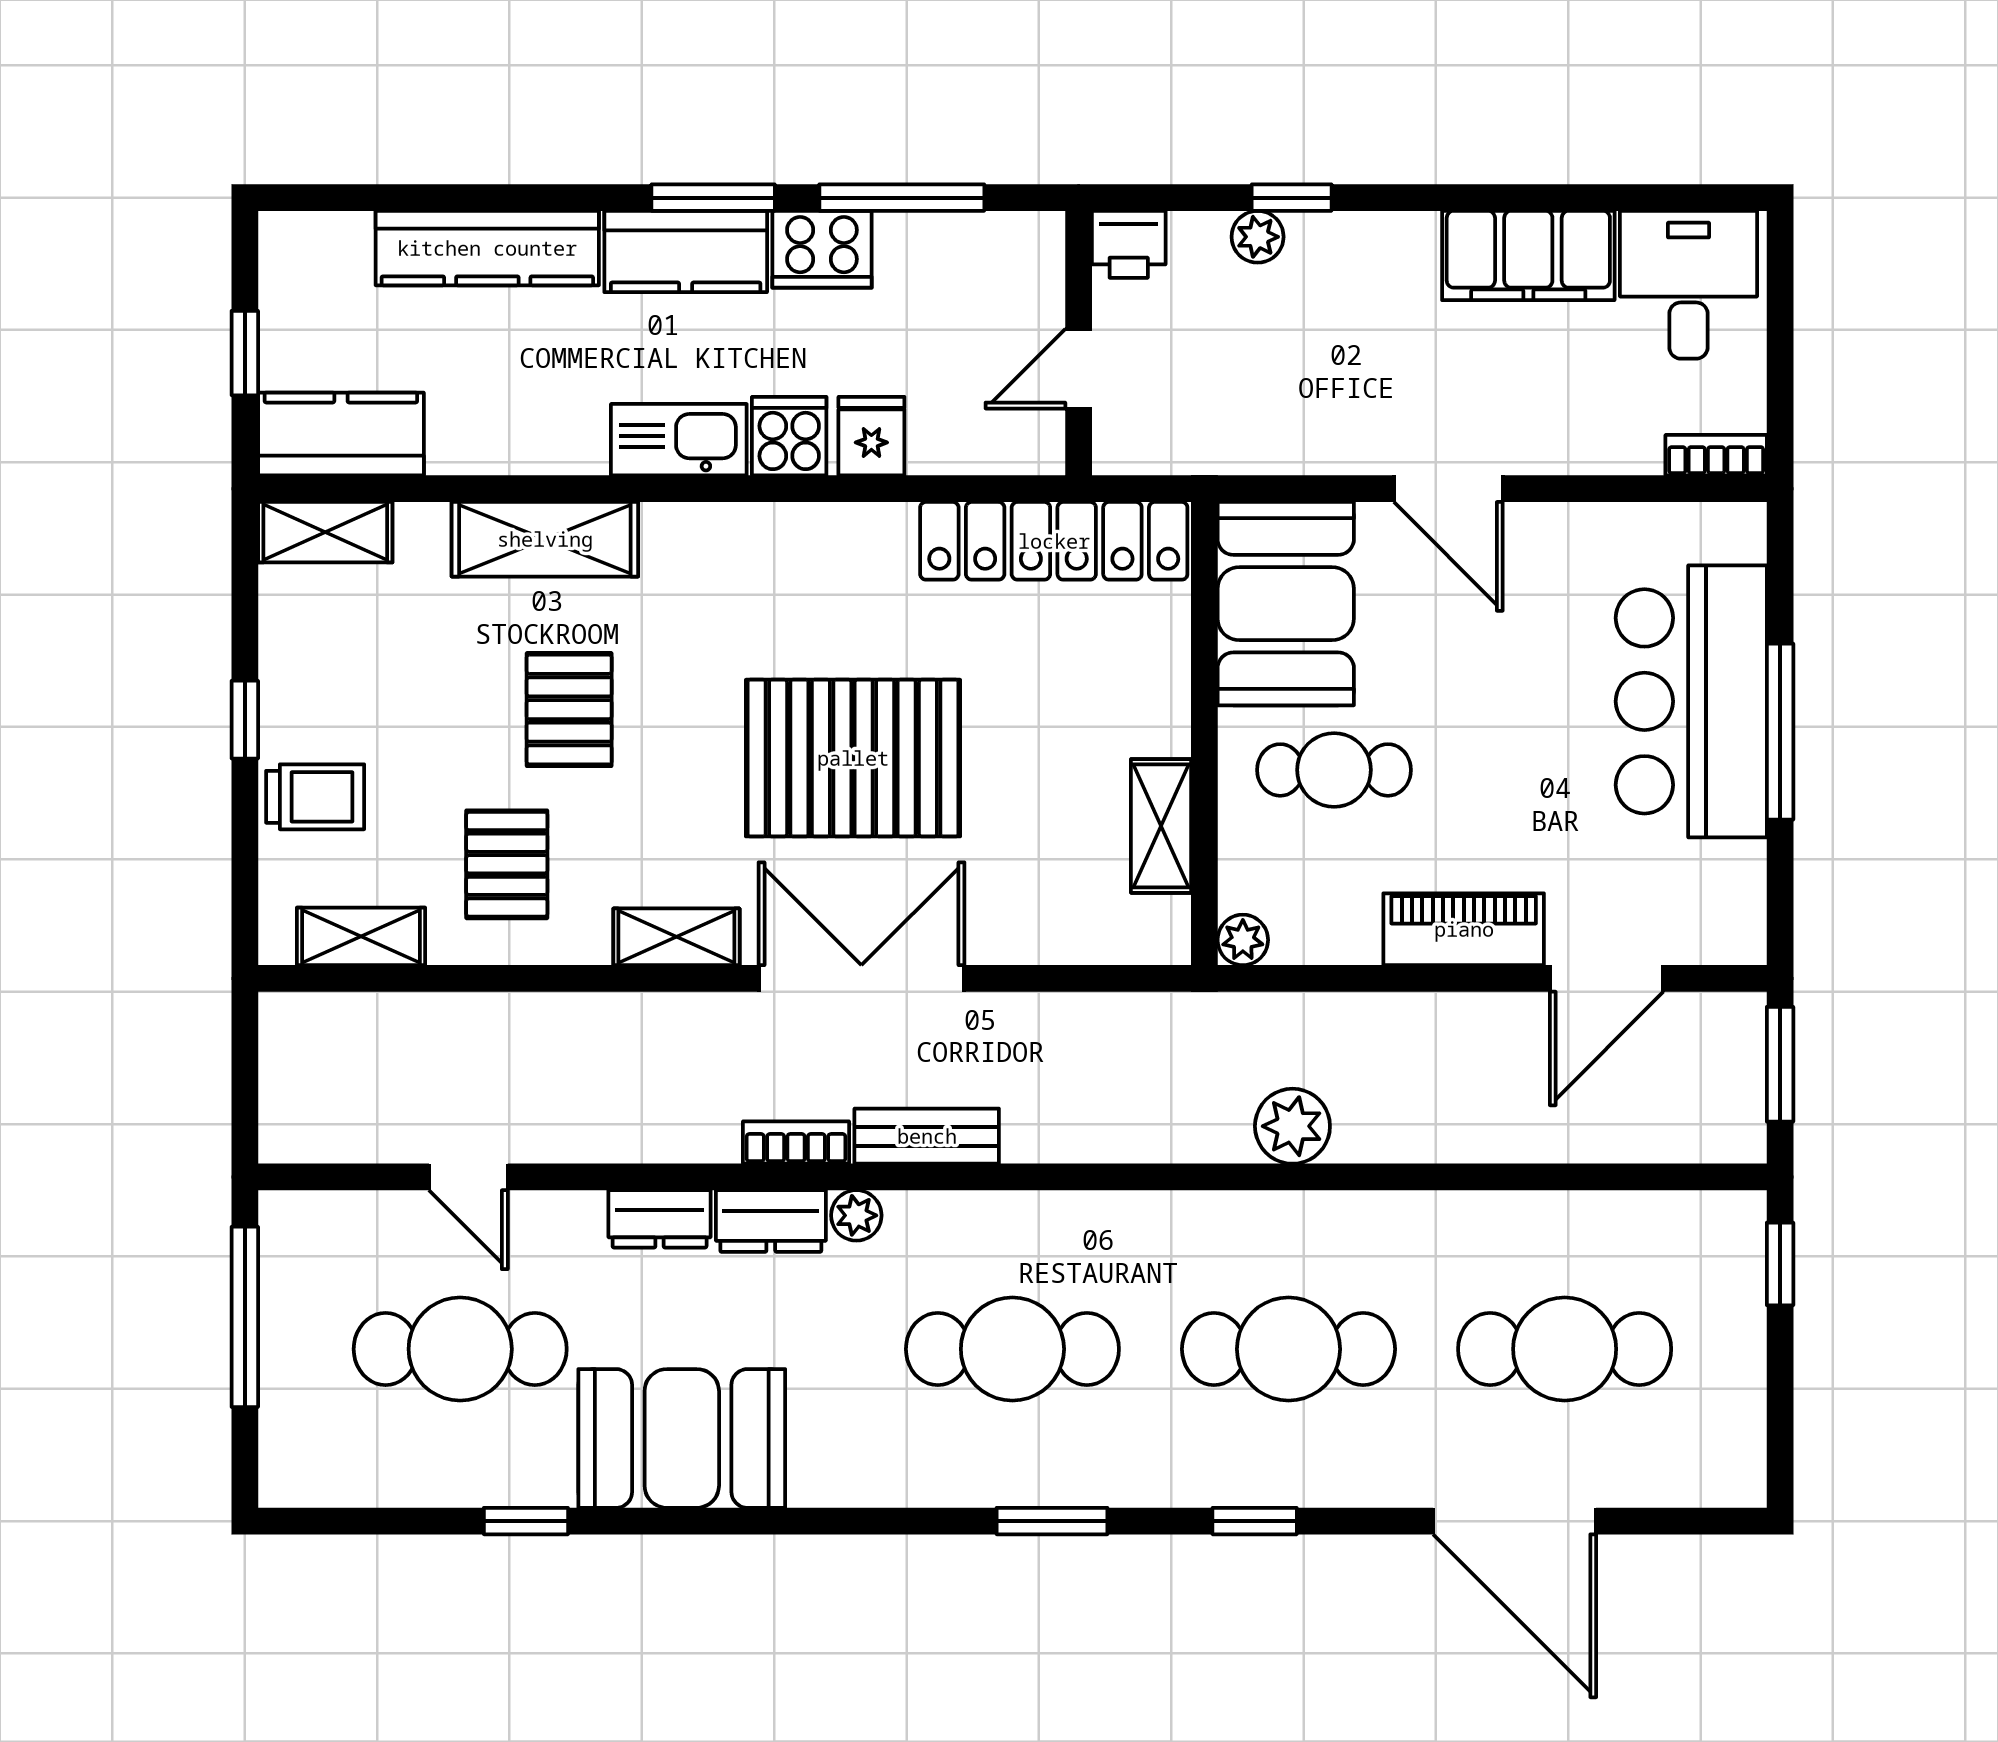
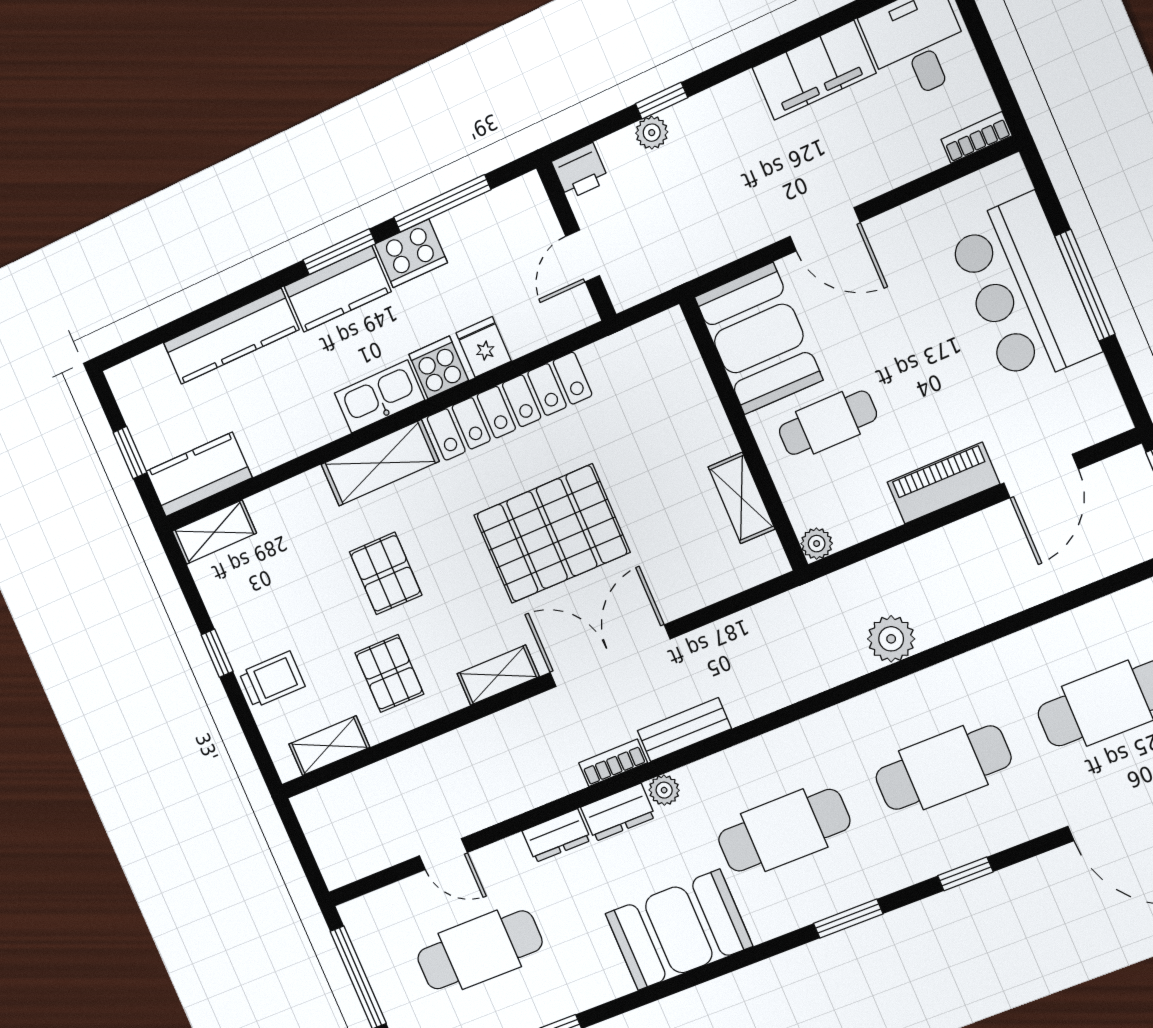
shelving: (545, 539) -> (380, 463), moved
locker: (1054, 541) -> (509, 406), moved
booth: (682, 1438) -> (679, 930), moved

